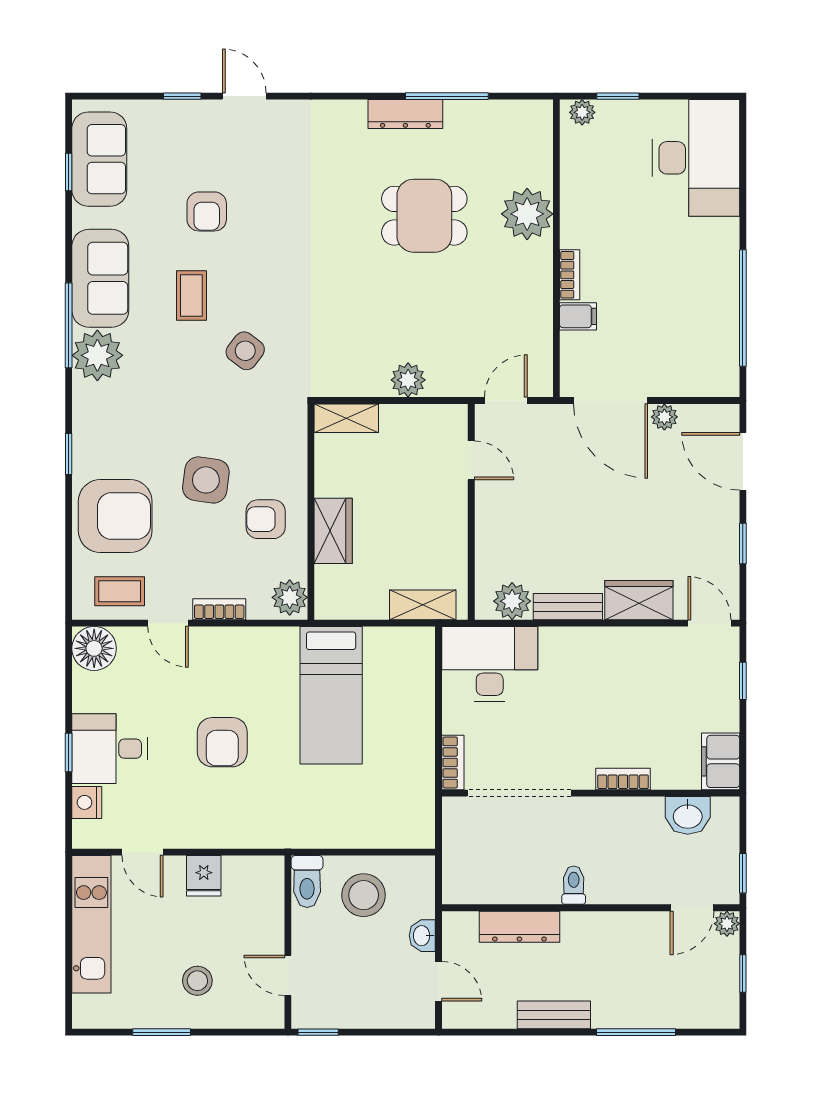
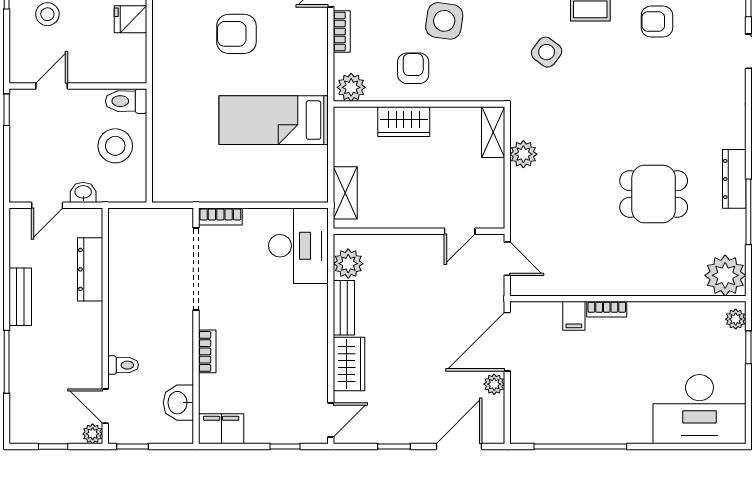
plant: (527, 214) -> (725, 275), moved
dining table: (424, 216) -> (654, 194), turned 90
plant: (408, 380) -> (523, 154), moved
toilet: (574, 885) -> (123, 365), moved

